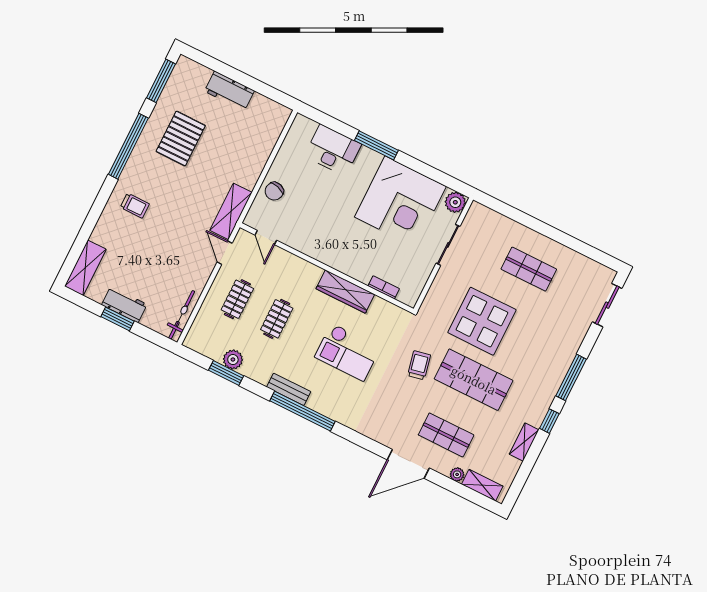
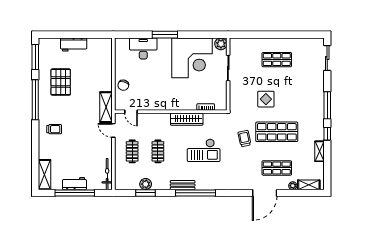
window: (118, 319) -> (75, 193), width x2.11
display table: (482, 321) -> (266, 99), width x0.54, depth x0.54

